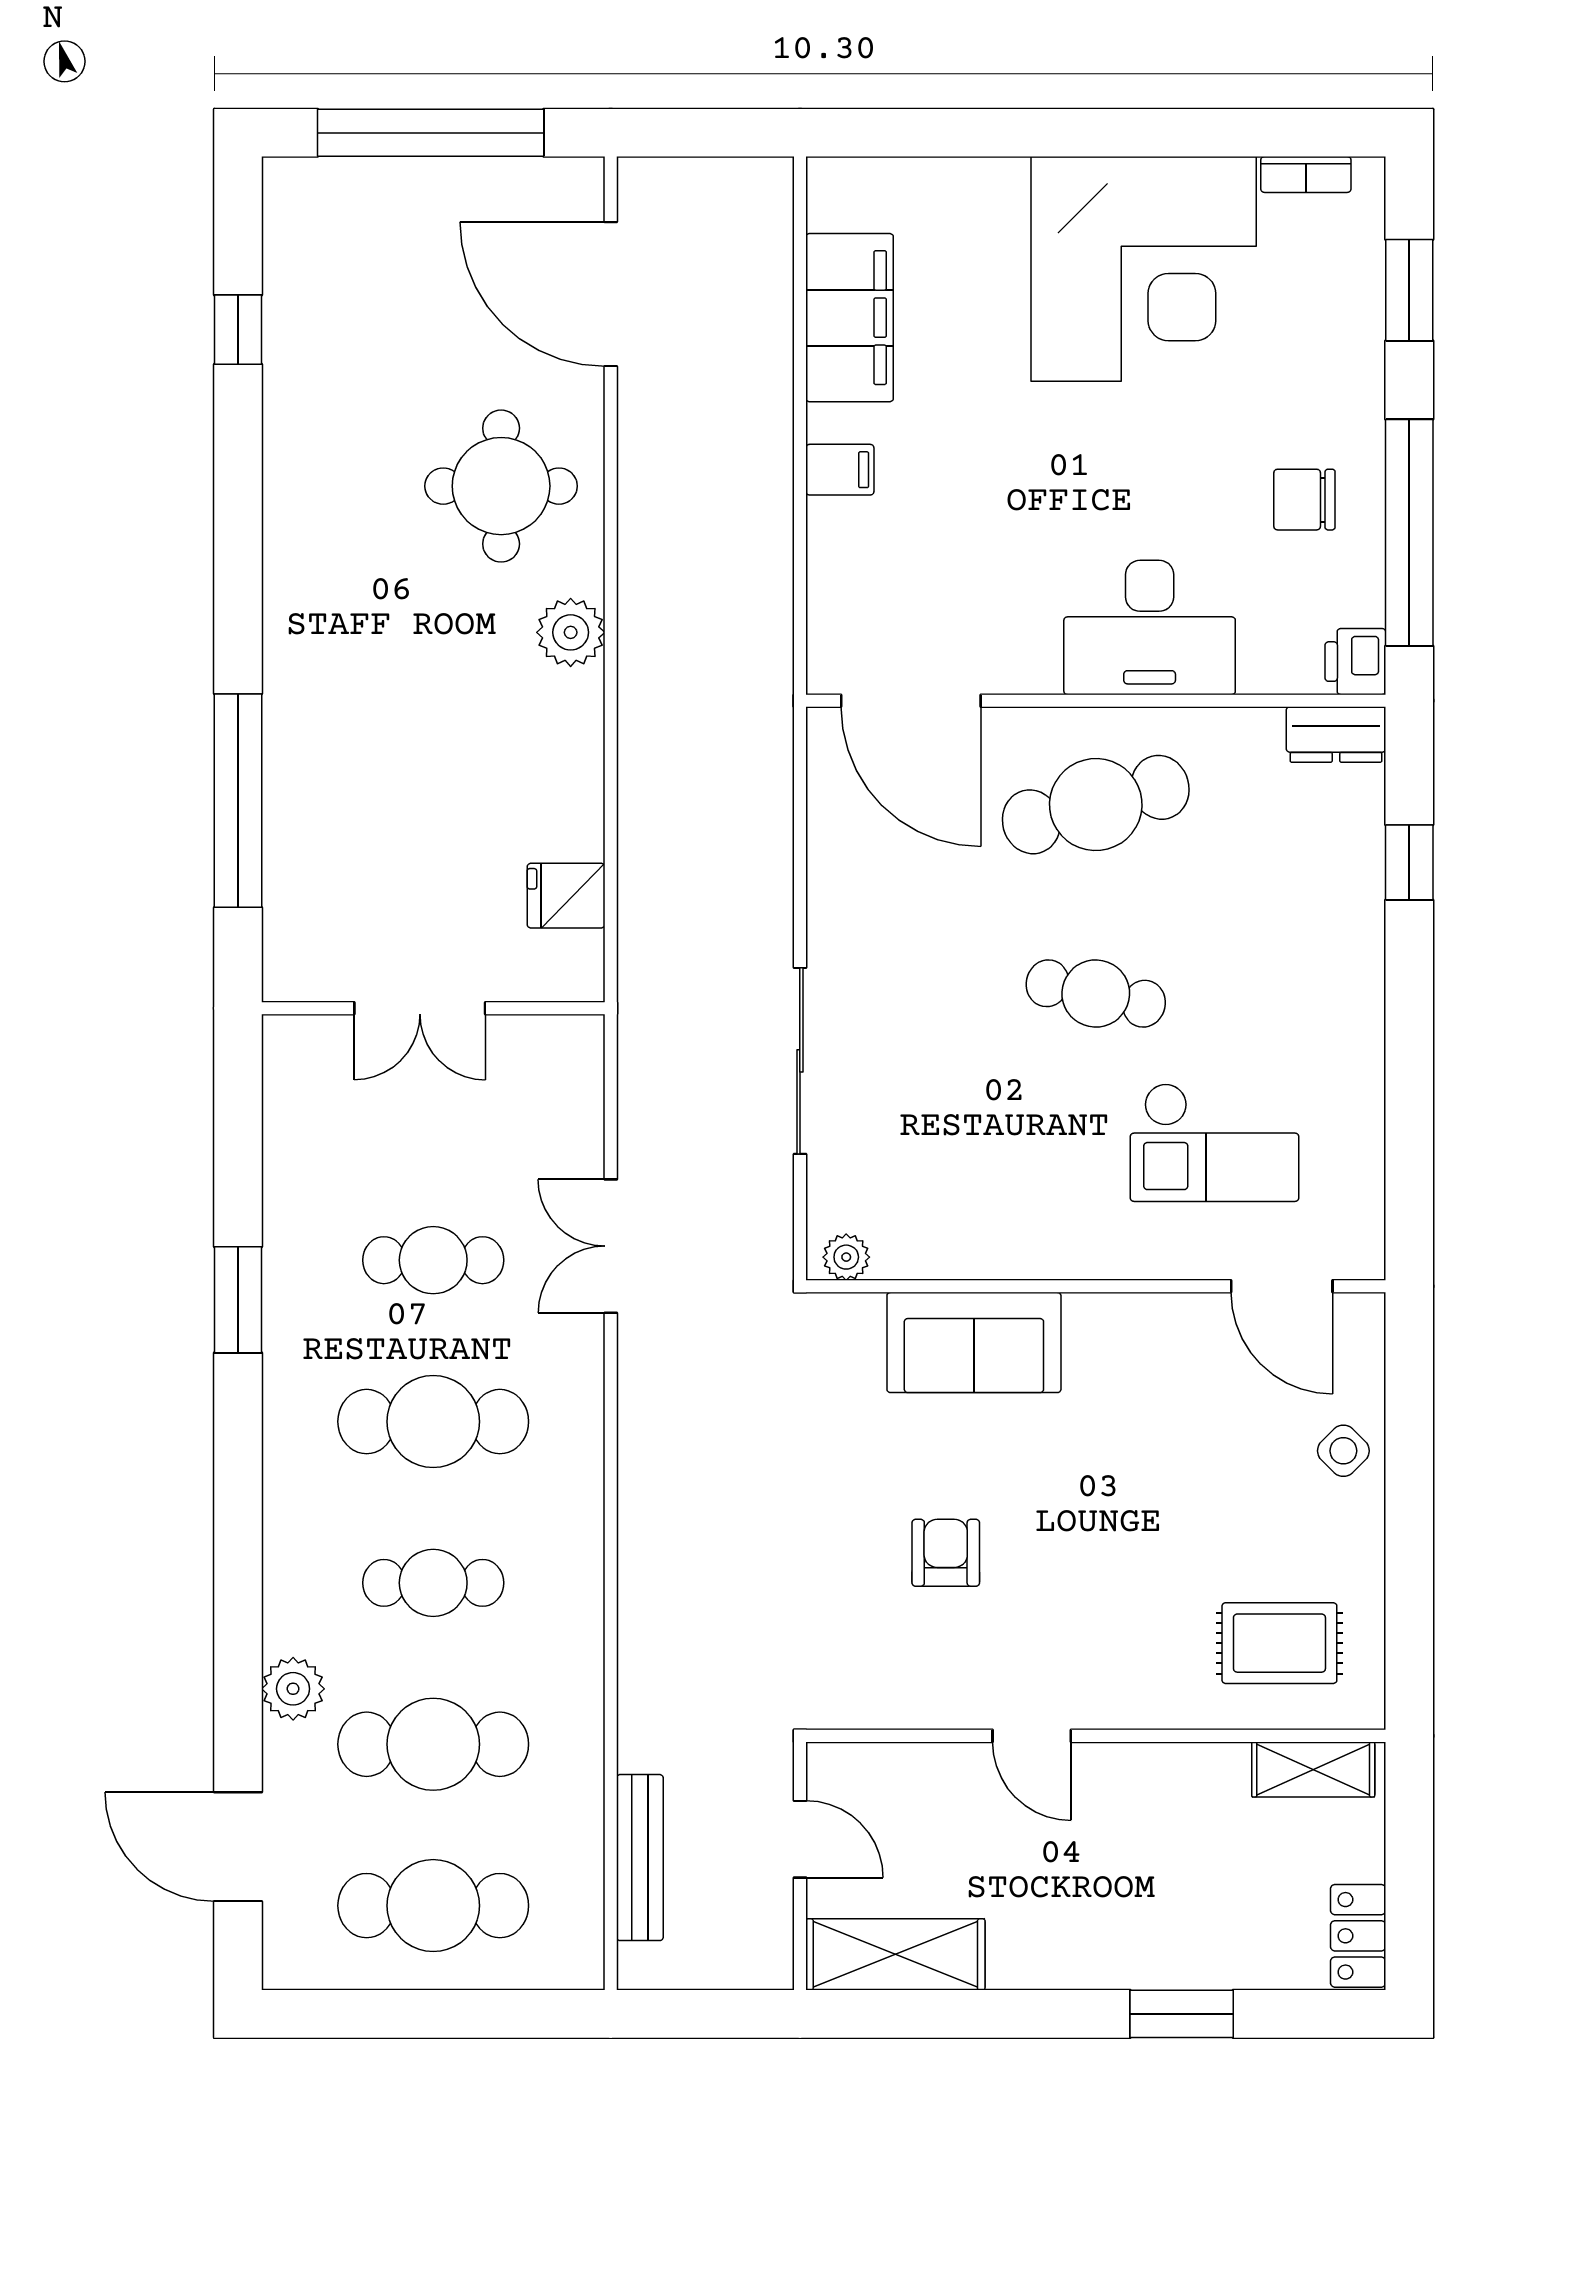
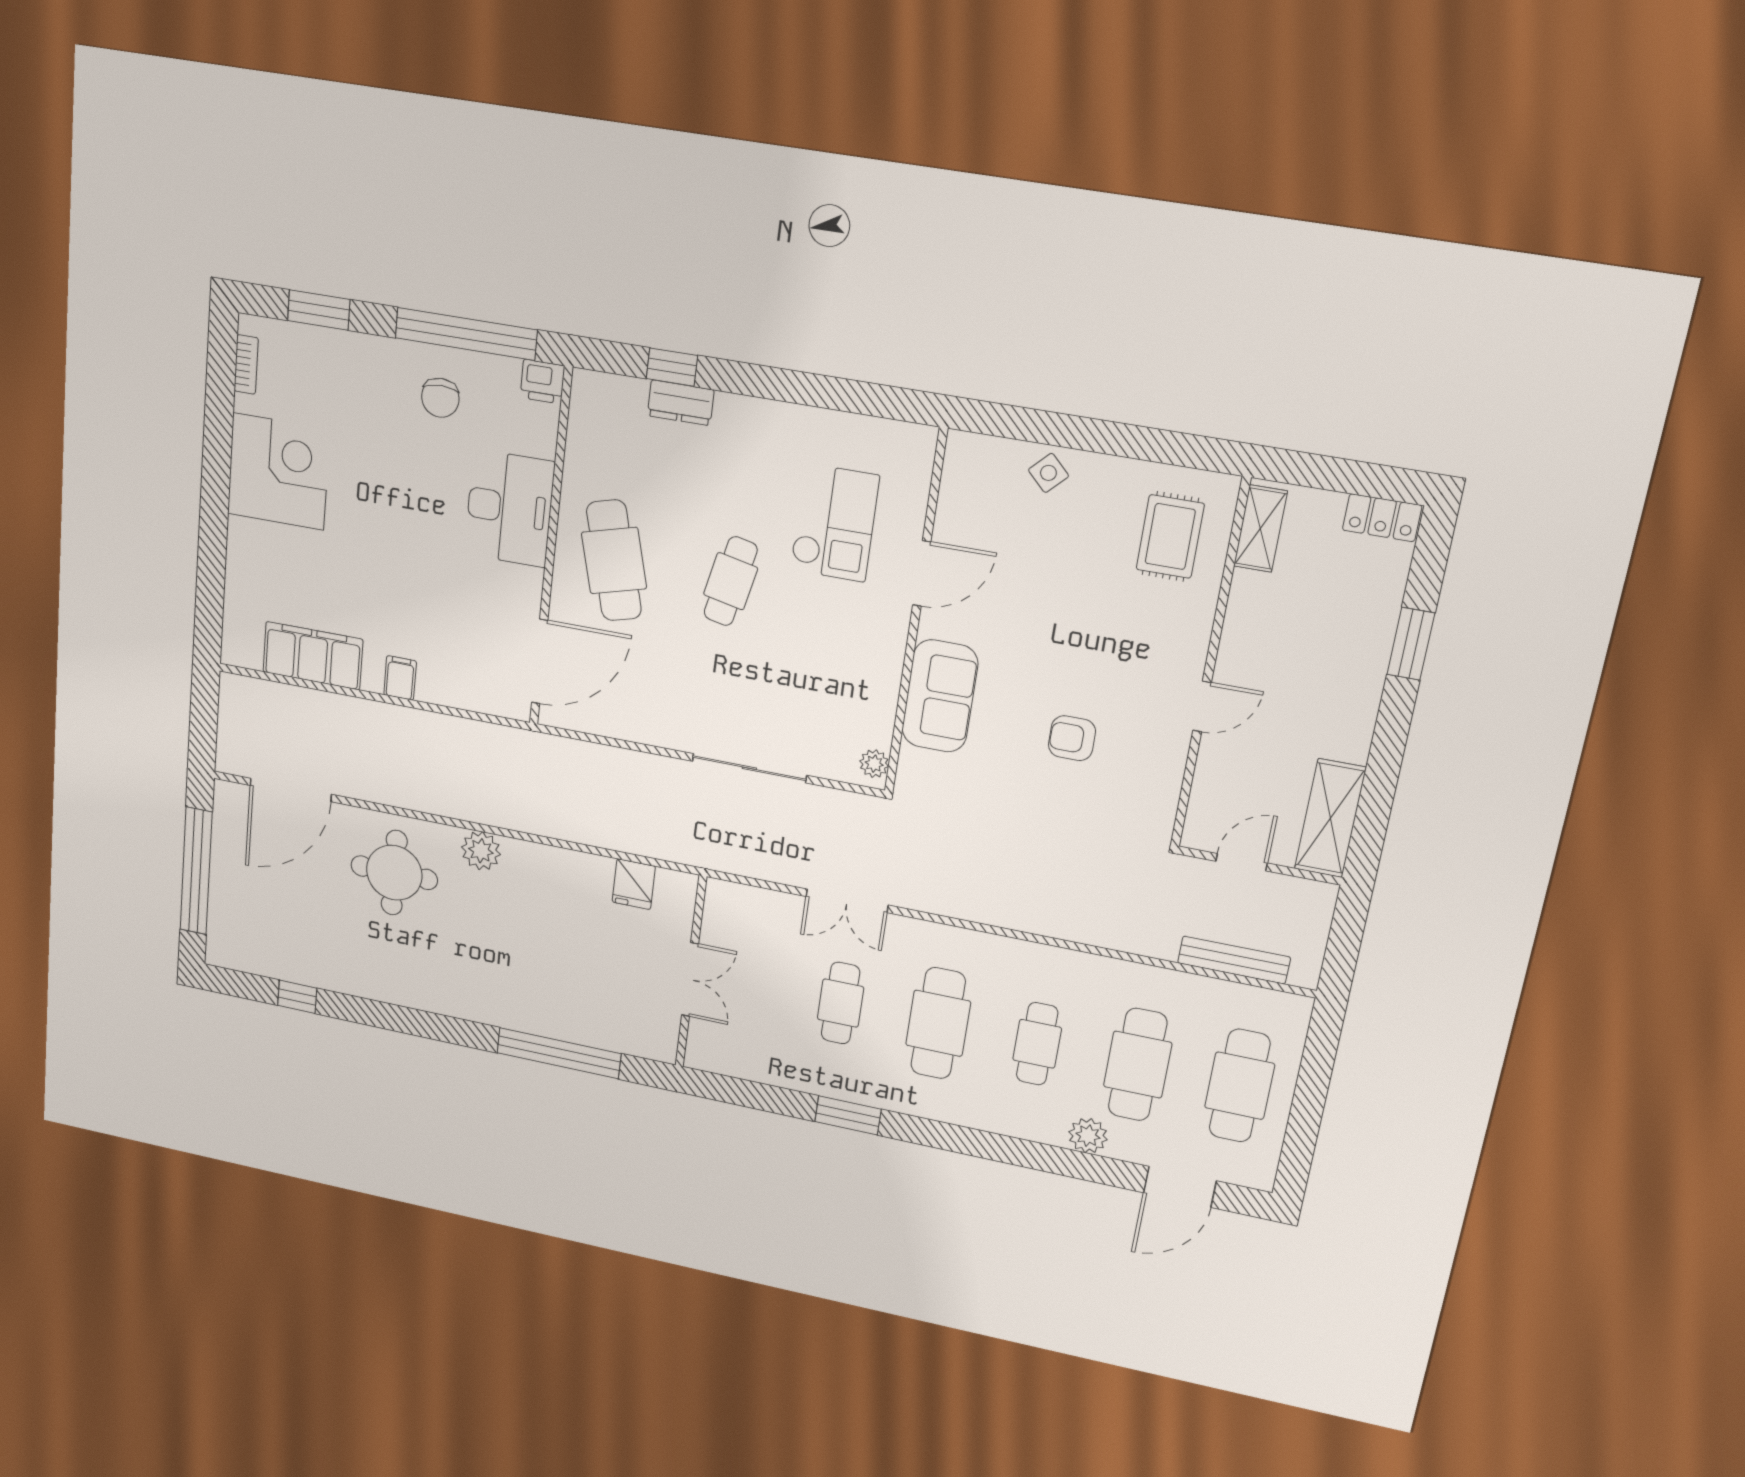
corner desk: (1144, 269) -> (278, 472), width x0.74, depth x0.74
dresser: (1336, 734) -> (681, 403), moved, turned 90
door: (1282, 1286) -> (922, 573), moved

